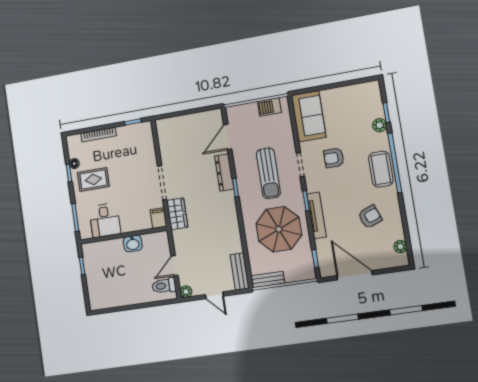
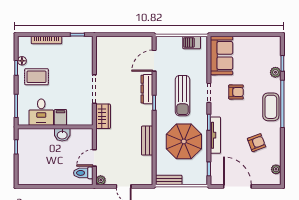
armchair: (334, 158) -> (236, 92), turned 180
filing cabinet: (159, 218) -> (60, 117), moved
bench: (240, 272) -> (147, 141), moved

